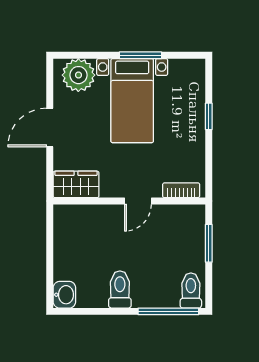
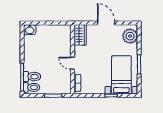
bed with nightstands: (132, 101) -> (121, 75), moved, turned 90
toilet: (120, 289) -> (32, 77), moved

